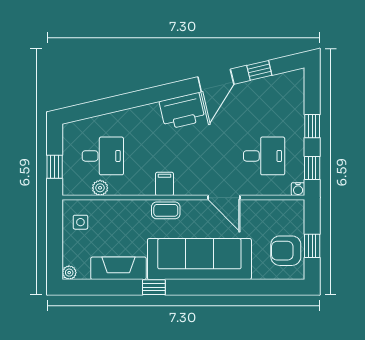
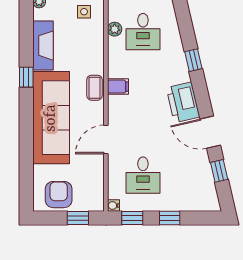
window: (135, 99) -> (193, 60), added
window: (312, 246) -> (78, 218), moved

